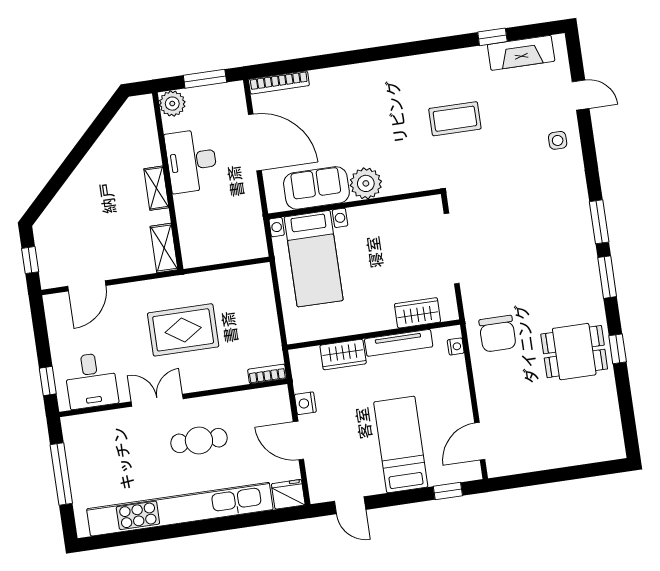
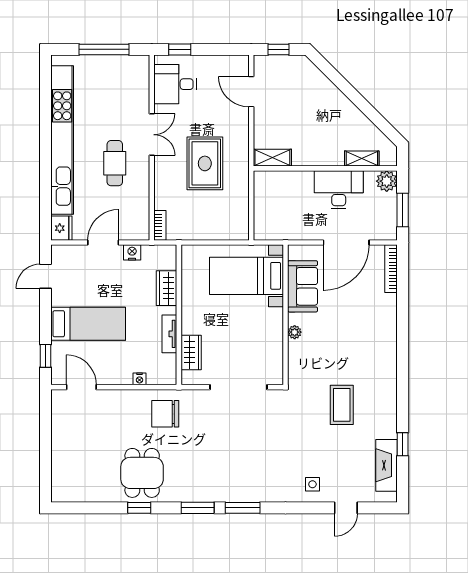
plant: (366, 183) -> (295, 332), width x0.53, depth x0.53
shelving: (156, 188) -> (362, 159), moved
tv unit: (399, 343) -> (169, 334), width x0.71
nightstand: (456, 346) -> (140, 379), moved

